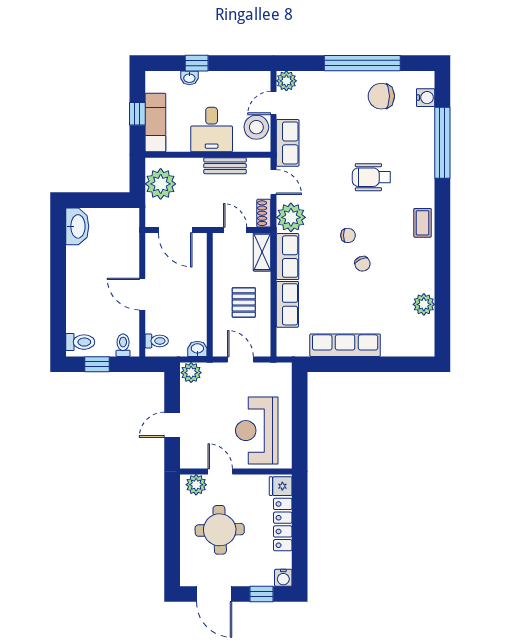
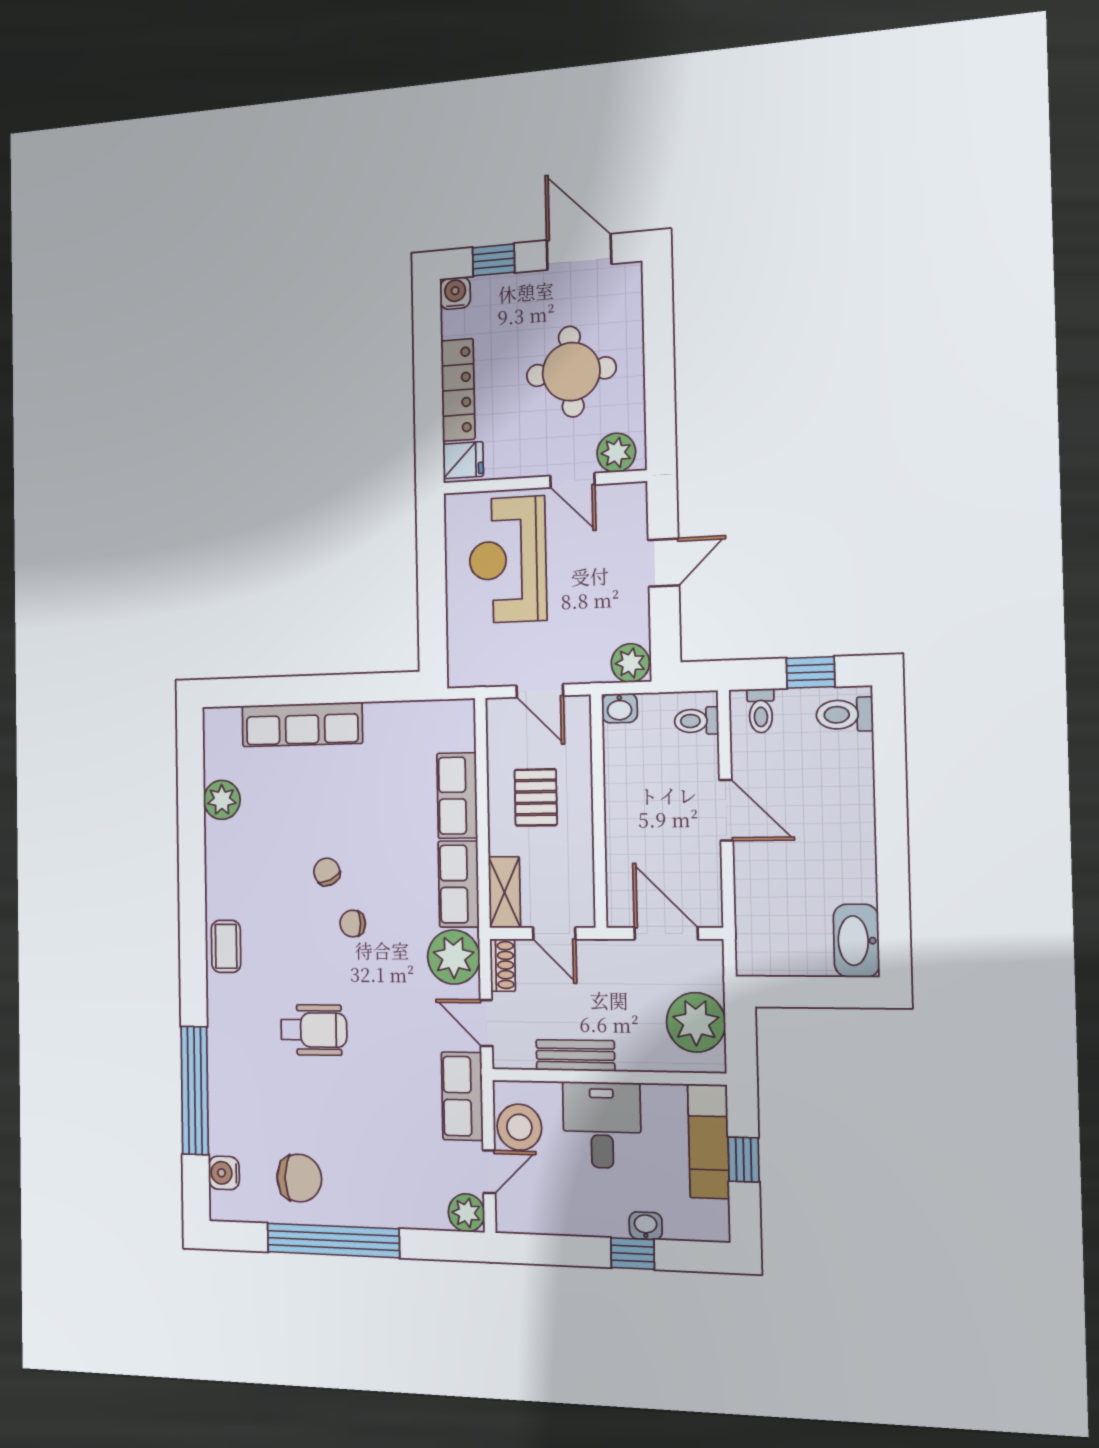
row of seats: (345, 345) -> (302, 724), moved
reception desk: (257, 431) -> (508, 560), turned 180

